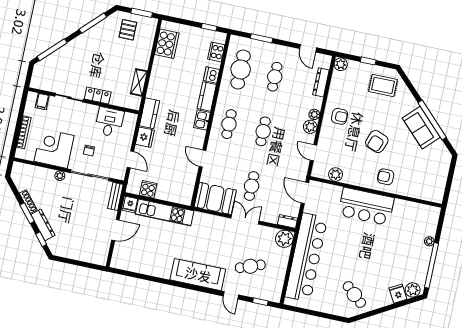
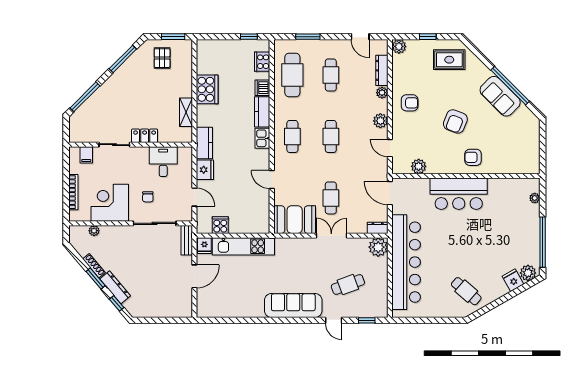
cooker: (167, 44) -> (207, 89), moved
plant: (314, 114) -> (382, 93), moved
plant: (60, 176) -> (94, 231), moved
plant: (429, 241) -> (535, 198), moved

